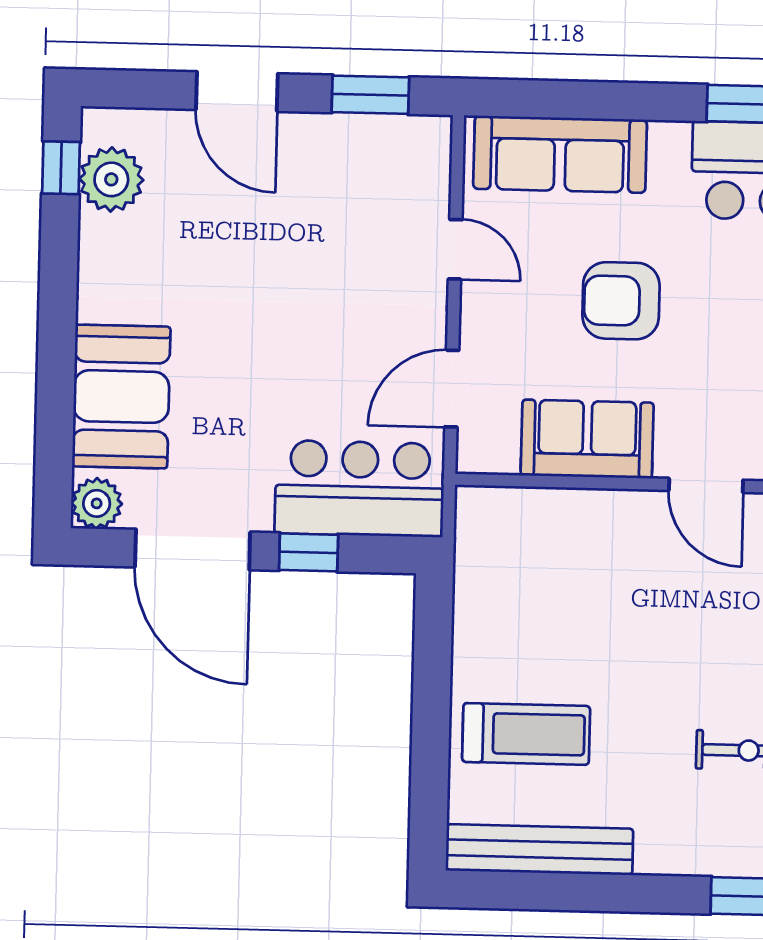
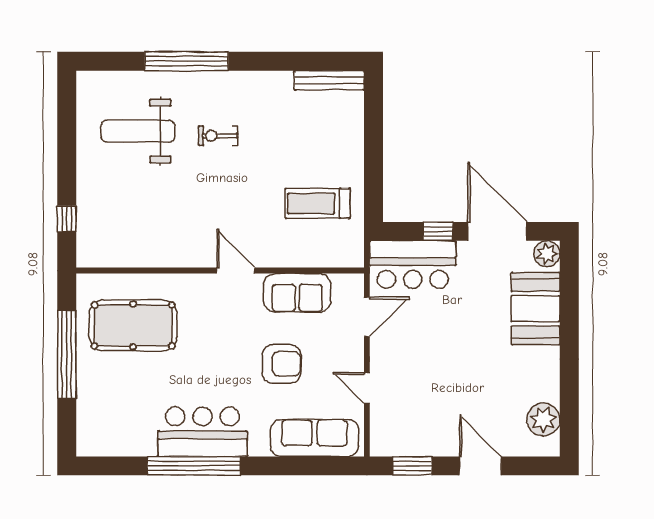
window: (61, 168) -> (569, 425), removed
treadmill: (526, 734) -> (318, 203), moved
bench: (539, 850) -> (329, 80), width x0.73, depth x0.82

